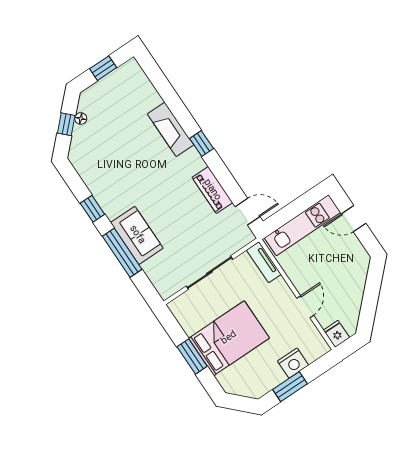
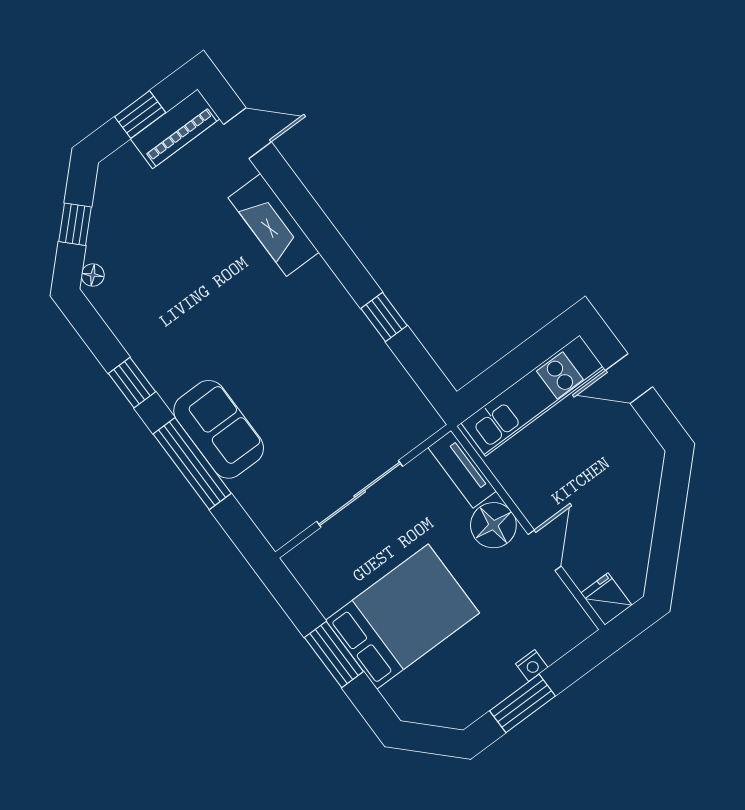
floor lamp: (81, 118) -> (93, 275), moved
window: (202, 143) -> (384, 317), moved
piano: (212, 190) -> (175, 129), moved, turned -90
door: (248, 212) -> (248, 133), moved
floor lamp: (279, 292) -> (493, 525), added
nightstand: (293, 363) -> (532, 666), width x0.53, depth x0.56

